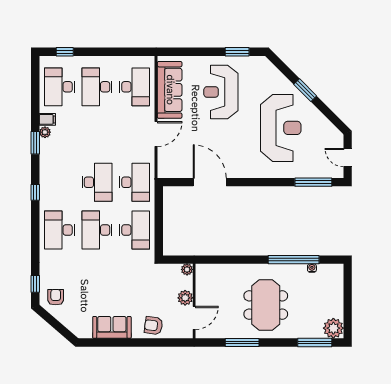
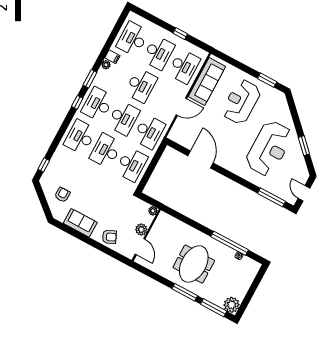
window: (65, 52) -> (180, 34), moved
desk: (97, 87) -> (158, 53), turned 180
window: (305, 90) -> (304, 146), moved
desk: (97, 135) -> (141, 85), added
window: (35, 143) -> (90, 79), moved
desk: (60, 182) -> (98, 104), added
armchair: (56, 297) -> (62, 195), moved
door: (194, 318) -> (140, 247), hinge flipped
armchair: (153, 326) -> (109, 237), turned 148
window: (242, 342) -> (185, 292), moved

